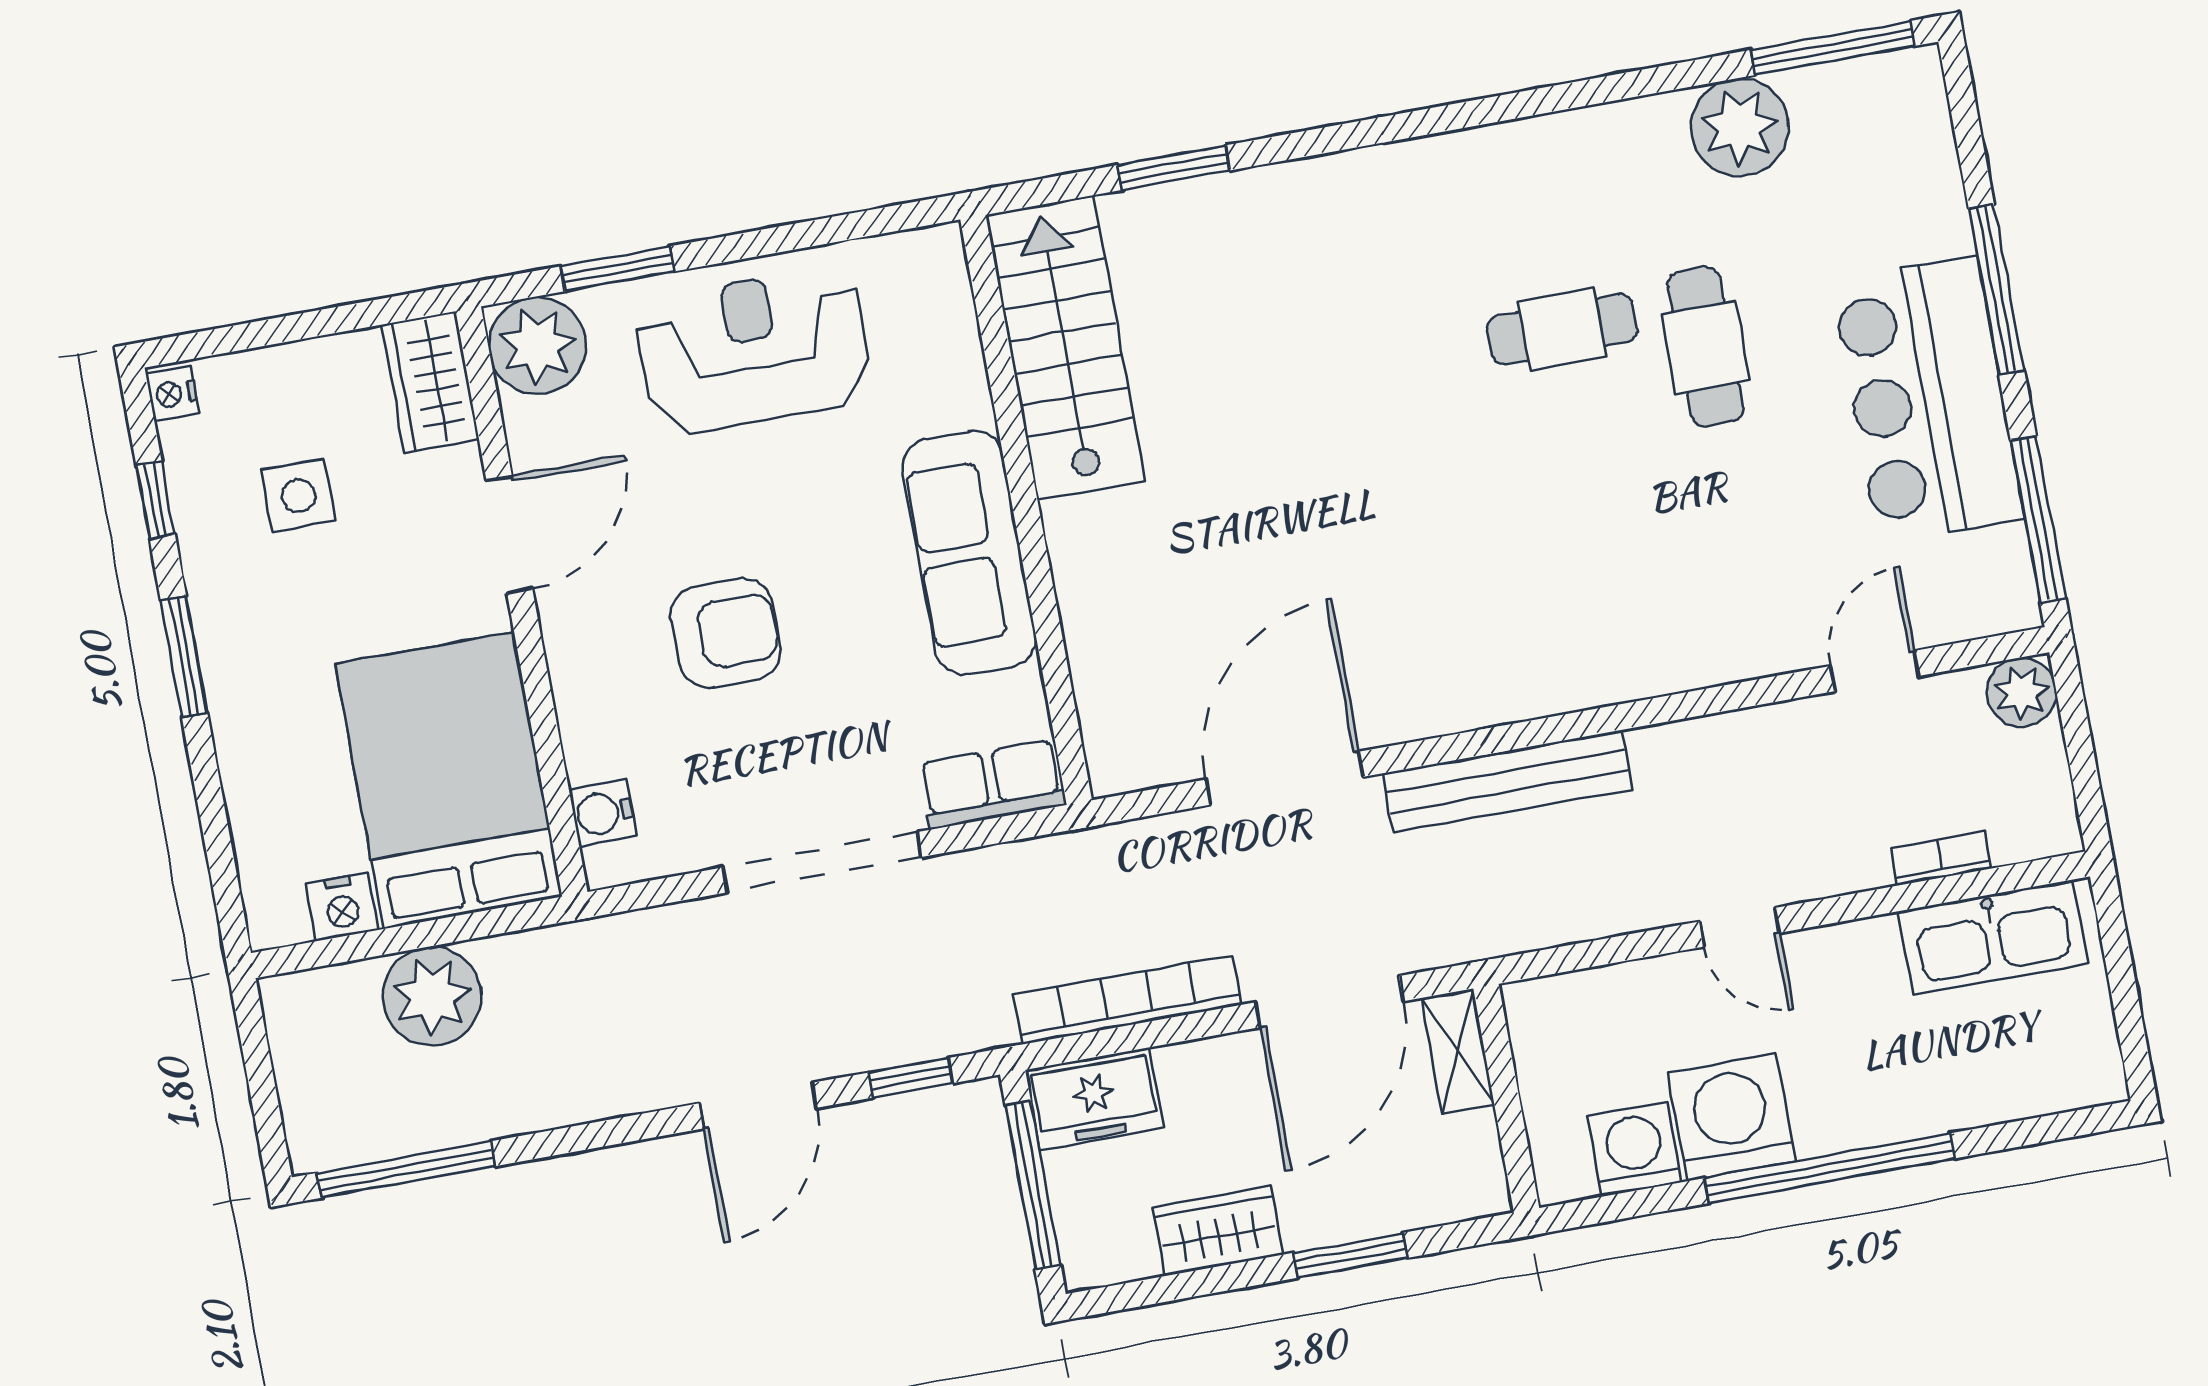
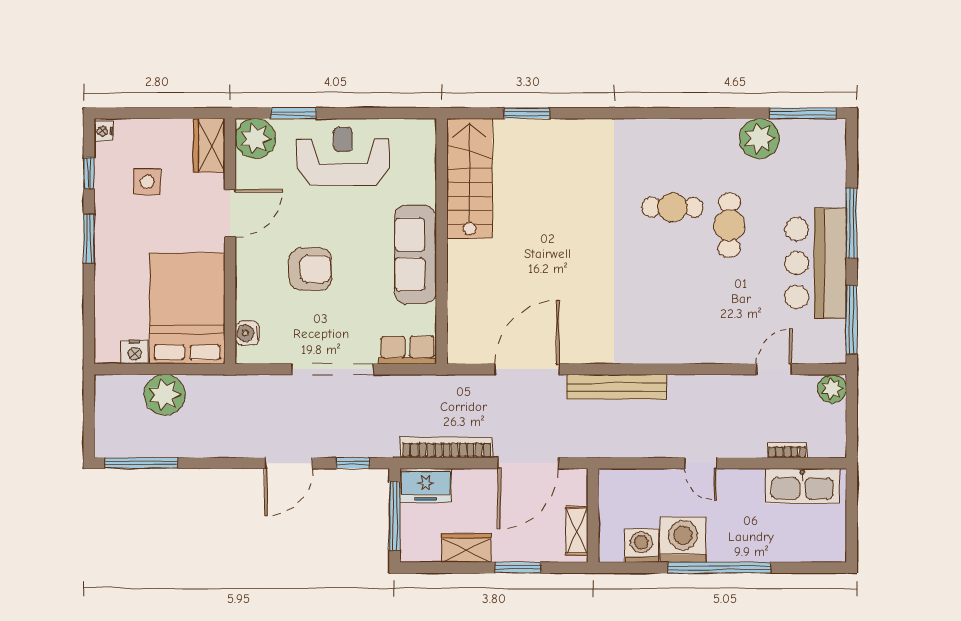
shelving: (1458, 1052) -> (577, 531), moved

